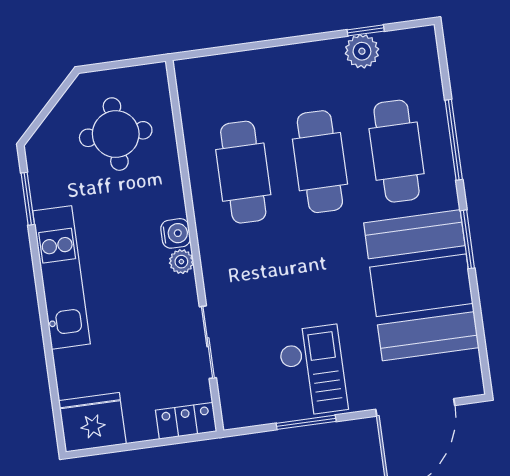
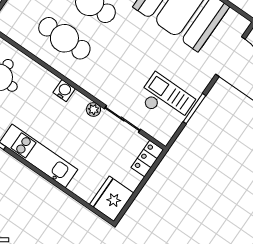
plant: (181, 262) -> (93, 110), moved
checkout: (313, 371) -> (166, 99), moved

